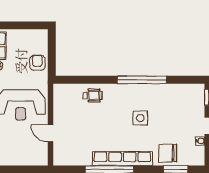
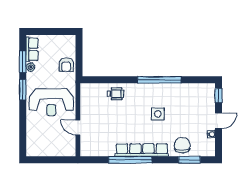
armchair: (37, 63) -> (66, 65), turned 180
chair: (168, 153) -> (182, 145), turned 90

